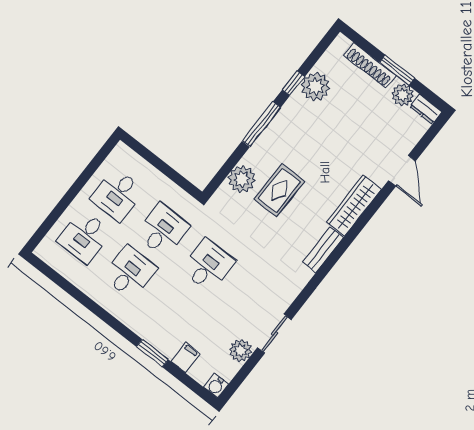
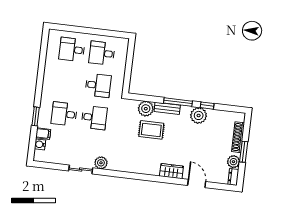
plant: (315, 87) -> (199, 115), moved
door: (402, 171) -> (197, 184), swing flipped
wardrobe: (354, 205) -> (171, 171), width x0.67
bench: (323, 250) -> (167, 108), moved
desk: (130, 272) -> (64, 114), moved, turned 180
plant: (241, 351) -> (101, 163), moved
water cooler: (216, 386) -> (40, 144), moved

